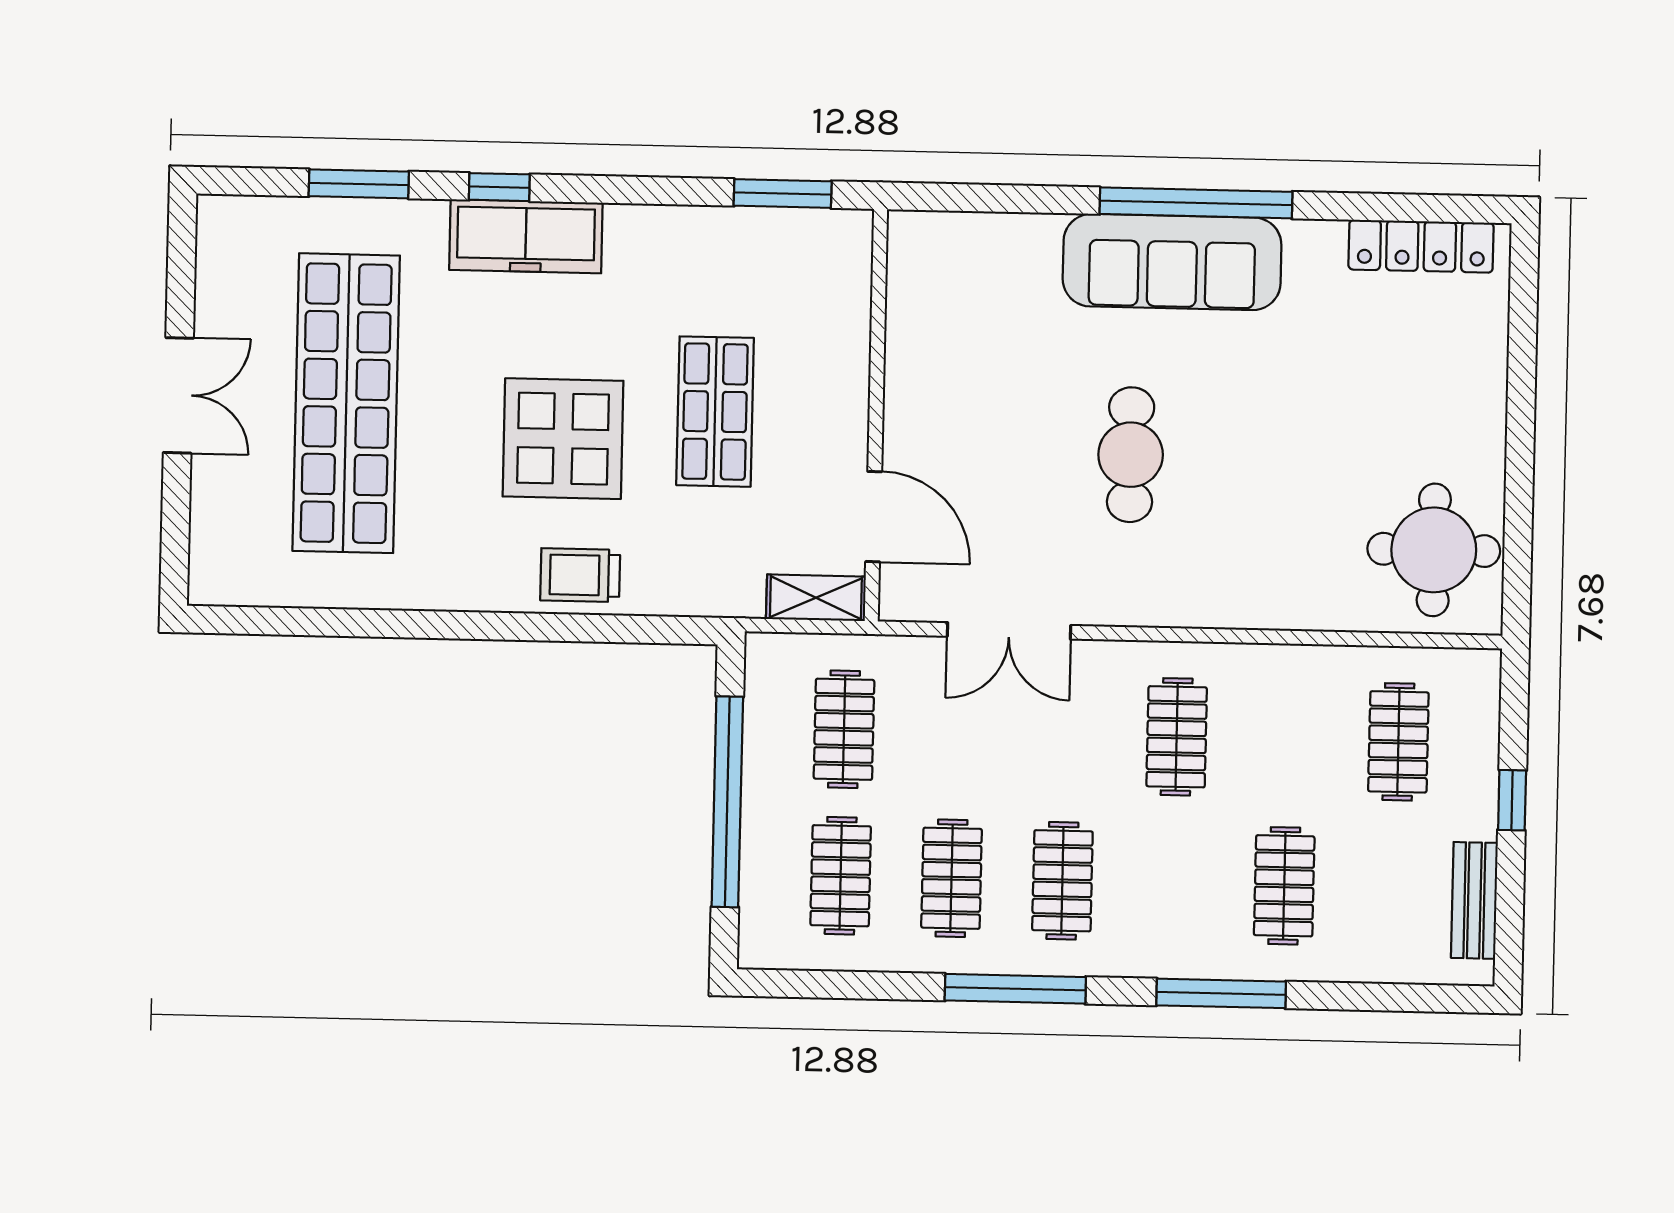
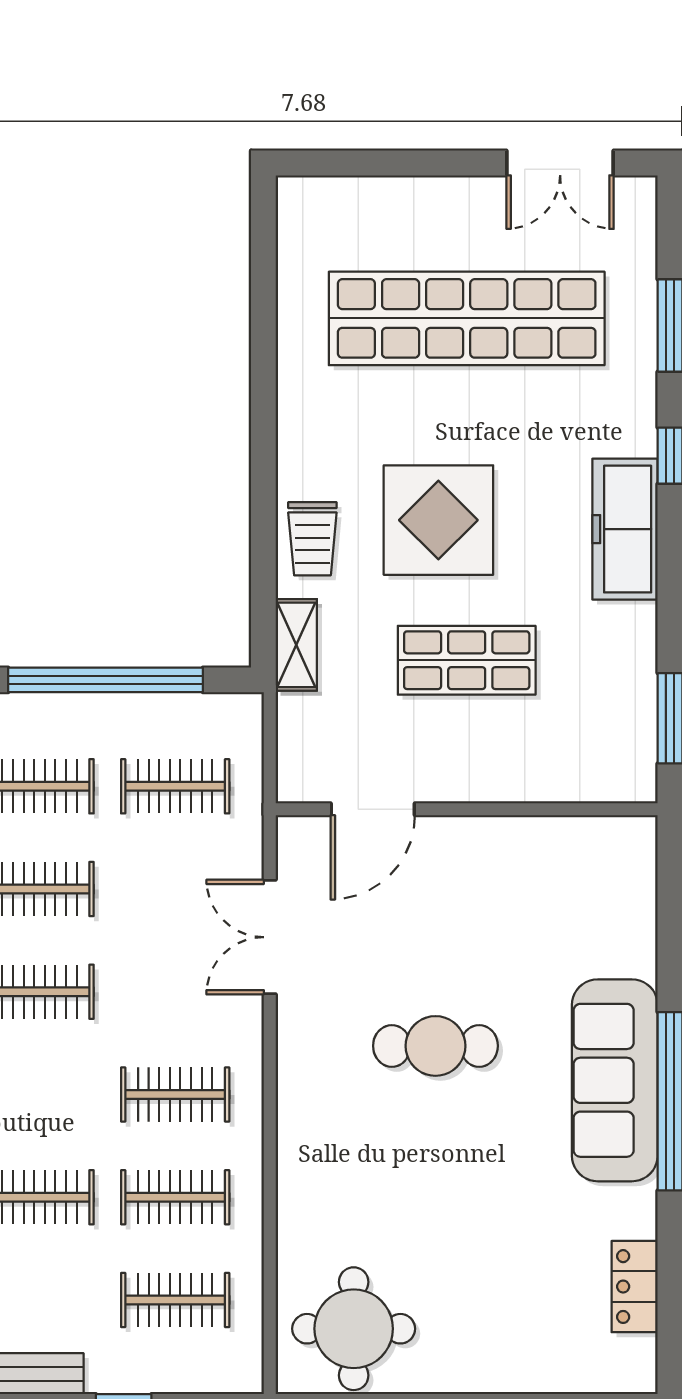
freezer: (526, 236) -> (625, 529), moved
locker: (1421, 246) -> (635, 1287), width x0.66
double door: (178, 395) -> (560, 163), moved
trolley: (580, 575) -> (312, 539), turned 180
shelving: (816, 598) -> (296, 645), moved
clothes rail: (1288, 739) -> (175, 1197), added

